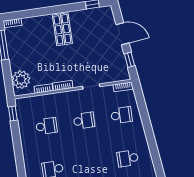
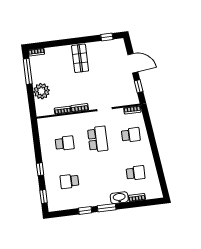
plant: (21, 80) -> (41, 91), moved
window: (13, 114) -> (40, 169), moved
school desk: (84, 121) -> (98, 139), width x1.85
school desk: (128, 158) -> (136, 173), turned 180

